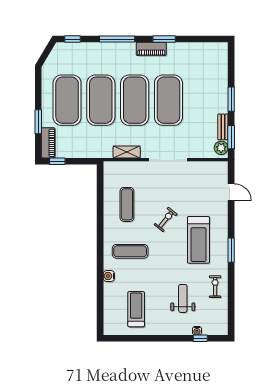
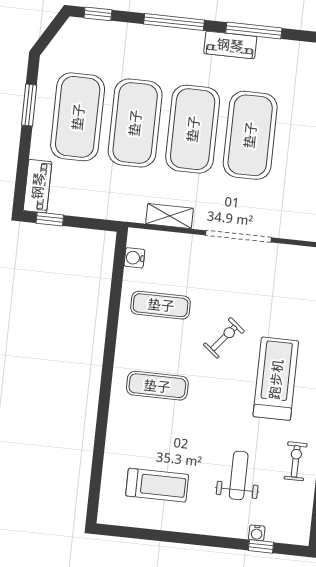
window: (164, 39) -> (254, 31), width x1.44
window: (38, 122) -> (29, 105), moved
exercise mat: (127, 204) -> (161, 305), turned 90
treadmill: (198, 240) -> (276, 379), turned 180
water cooler: (109, 276) -> (134, 258), moved
treadmill: (136, 309) -> (157, 485), turned 90

